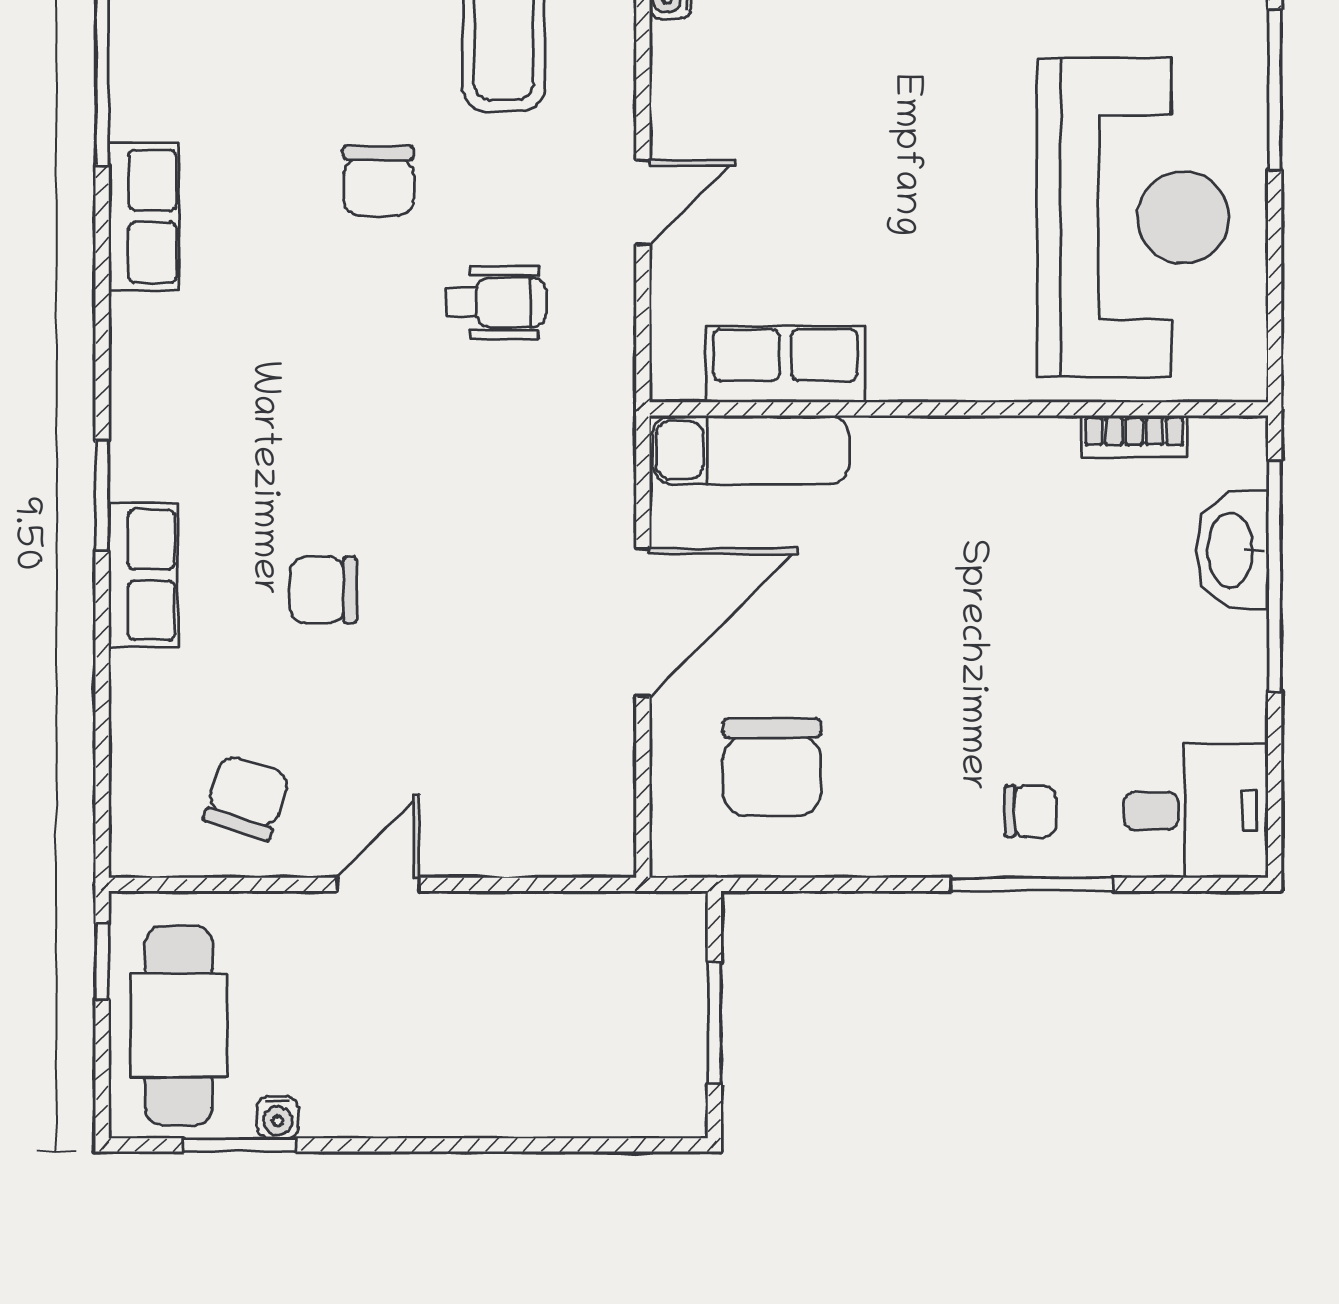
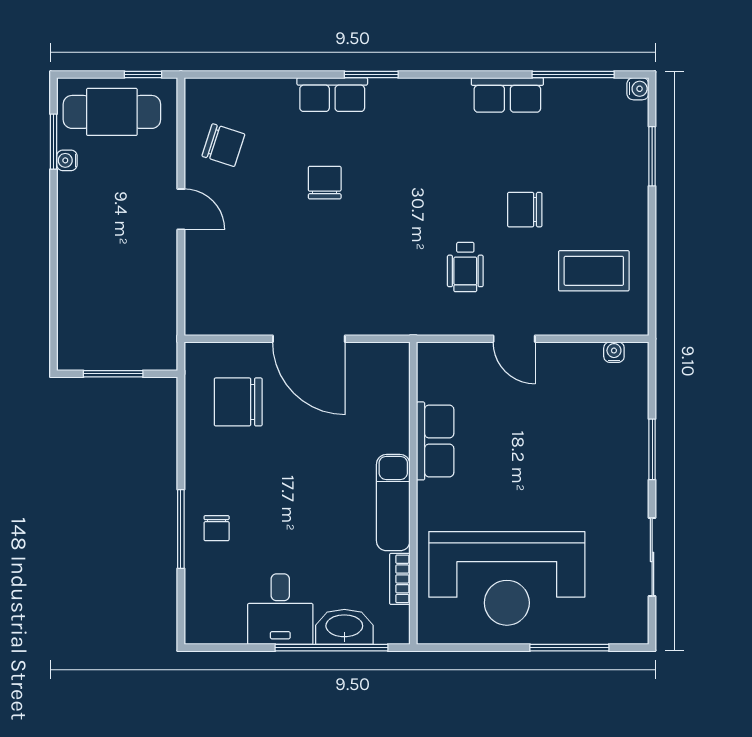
row of seats: (785, 364) -> (435, 441), moved
exam couch: (751, 450) -> (393, 503), moved
desk: (1196, 811) -> (280, 609), moved

